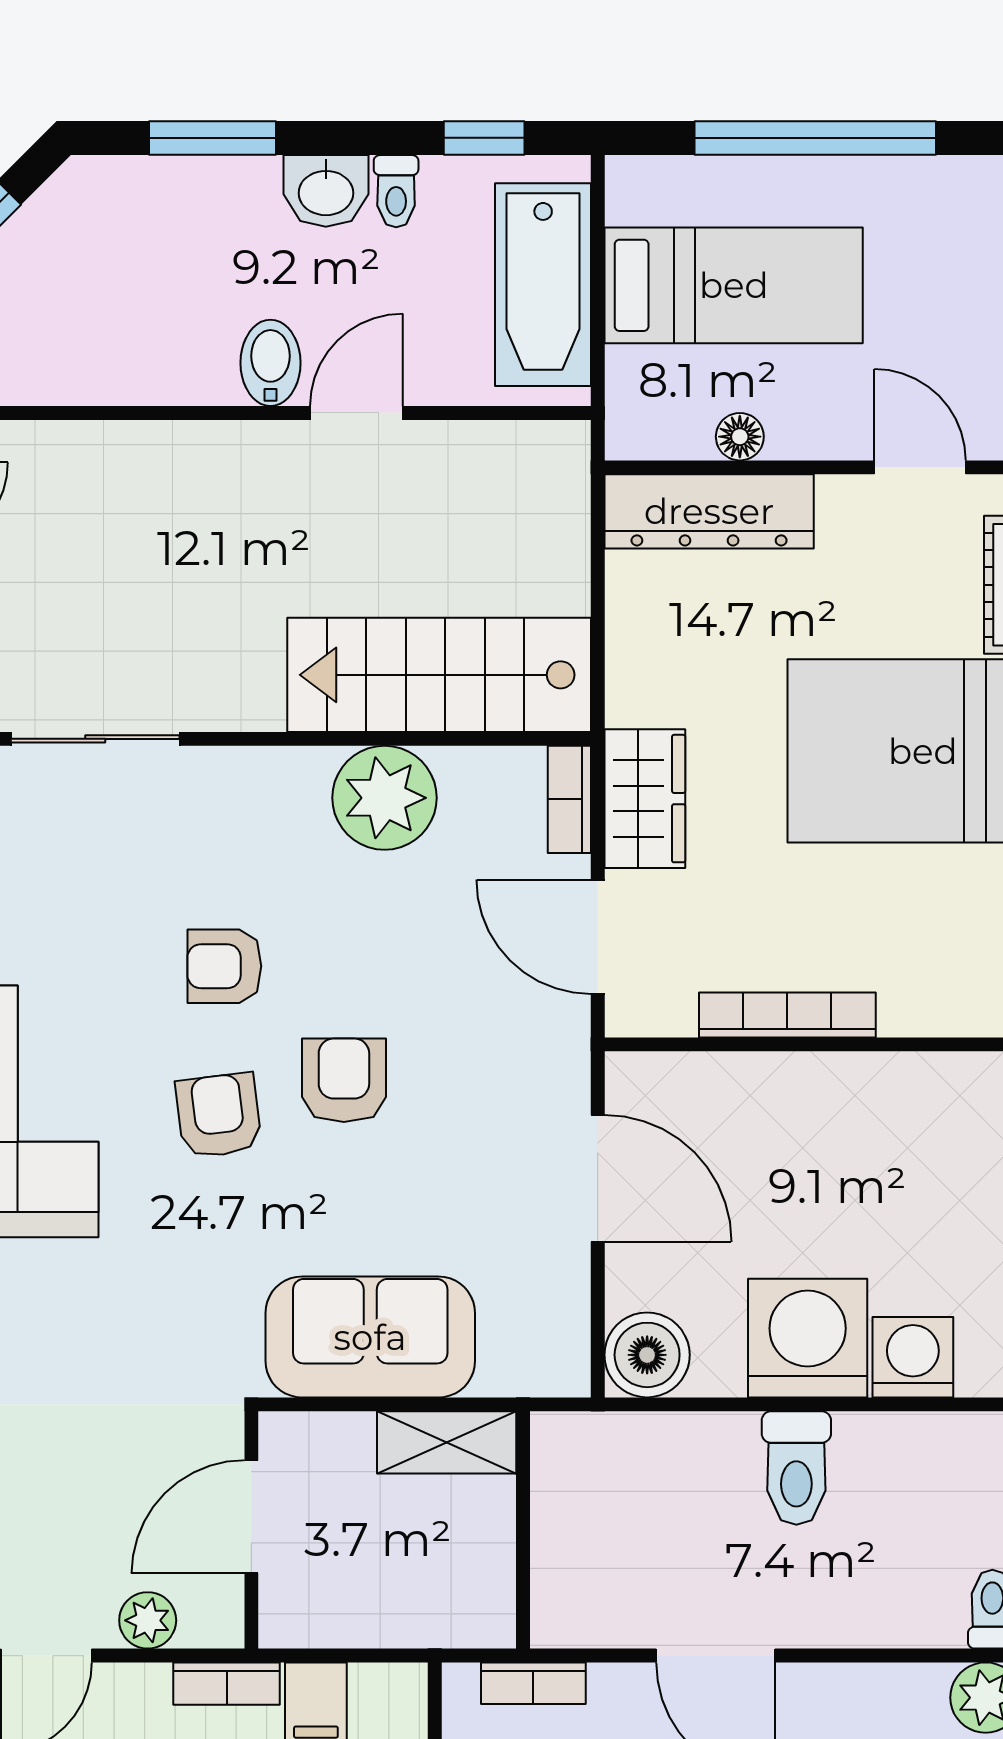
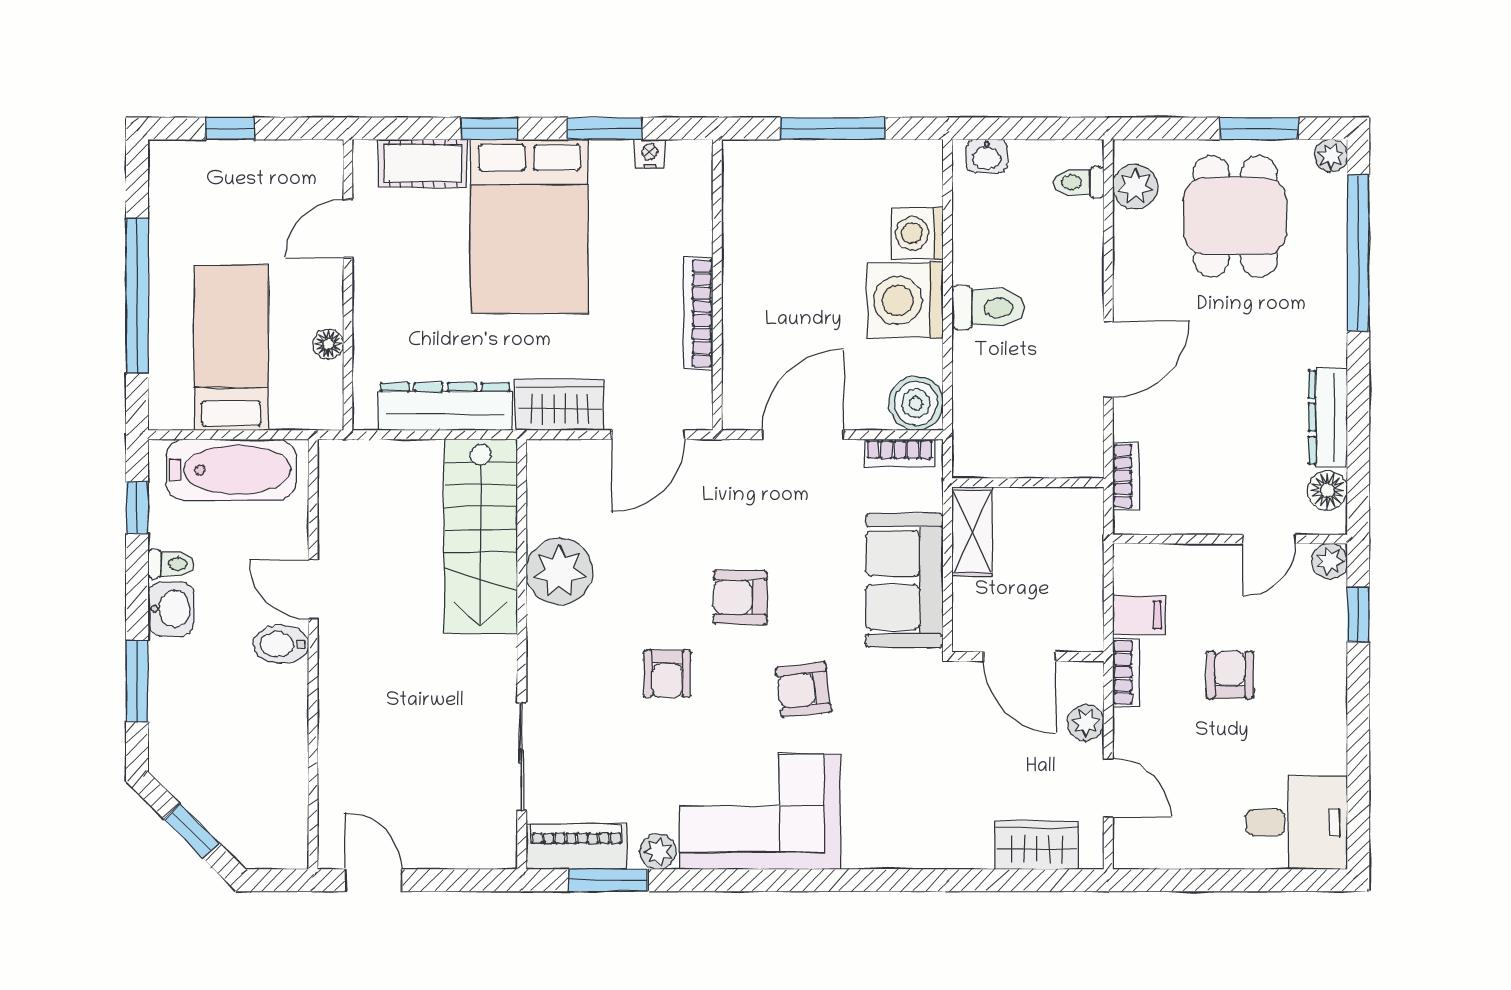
dresser: (709, 511) -> (445, 407), moved, turned -90
bookcase: (569, 799) -> (900, 453), moved
armchair: (219, 1115) -> (803, 690), moved

